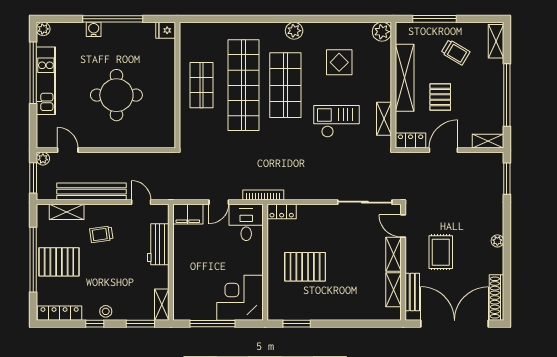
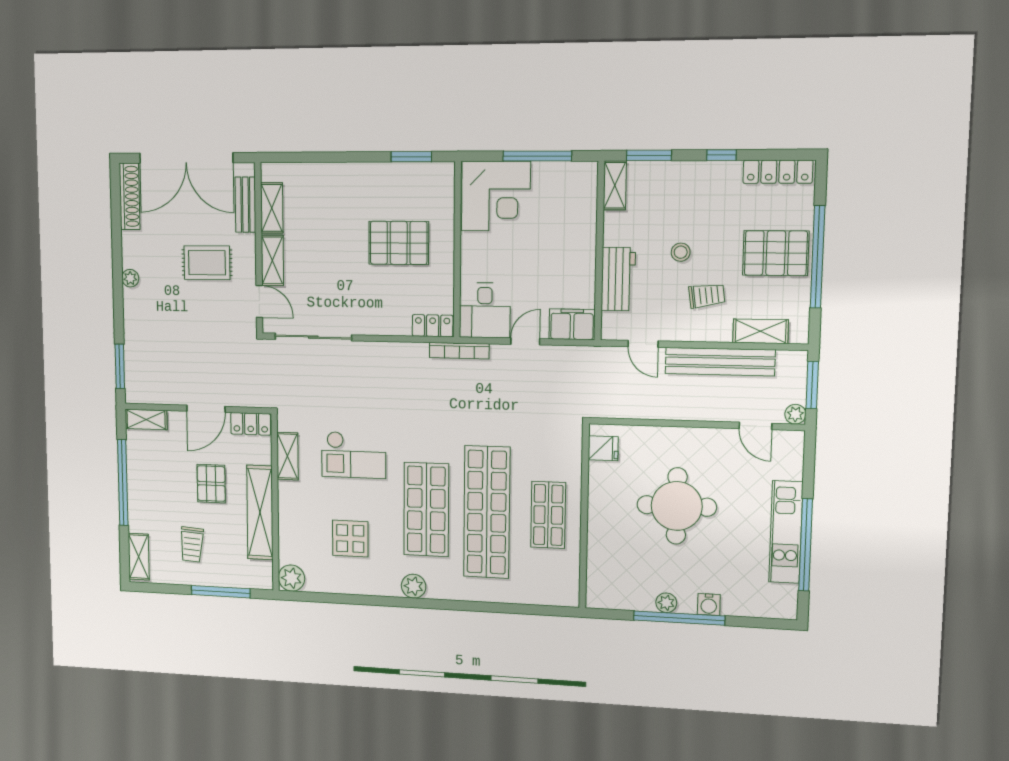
plant: (43, 29) -> (666, 603), moved
fridge: (166, 30) -> (603, 448), moved
trolley: (456, 52) -> (192, 544), turned -117
rug: (441, 252) -> (207, 263), turned 90
stool: (106, 311) -> (681, 252), moved

